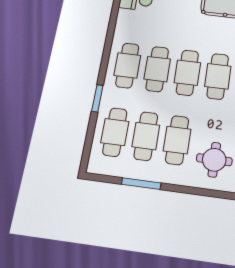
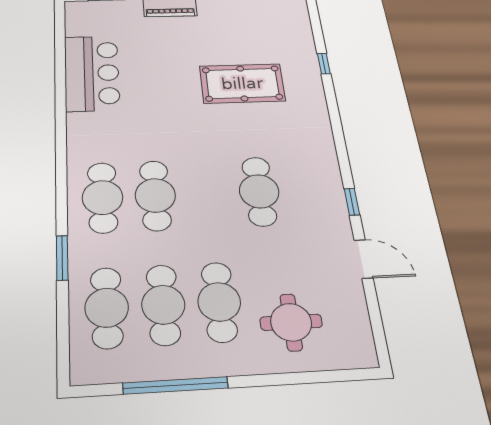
cafe table: (187, 73) -> (208, 193), removed
window: (141, 184) -> (175, 386), width x1.46

